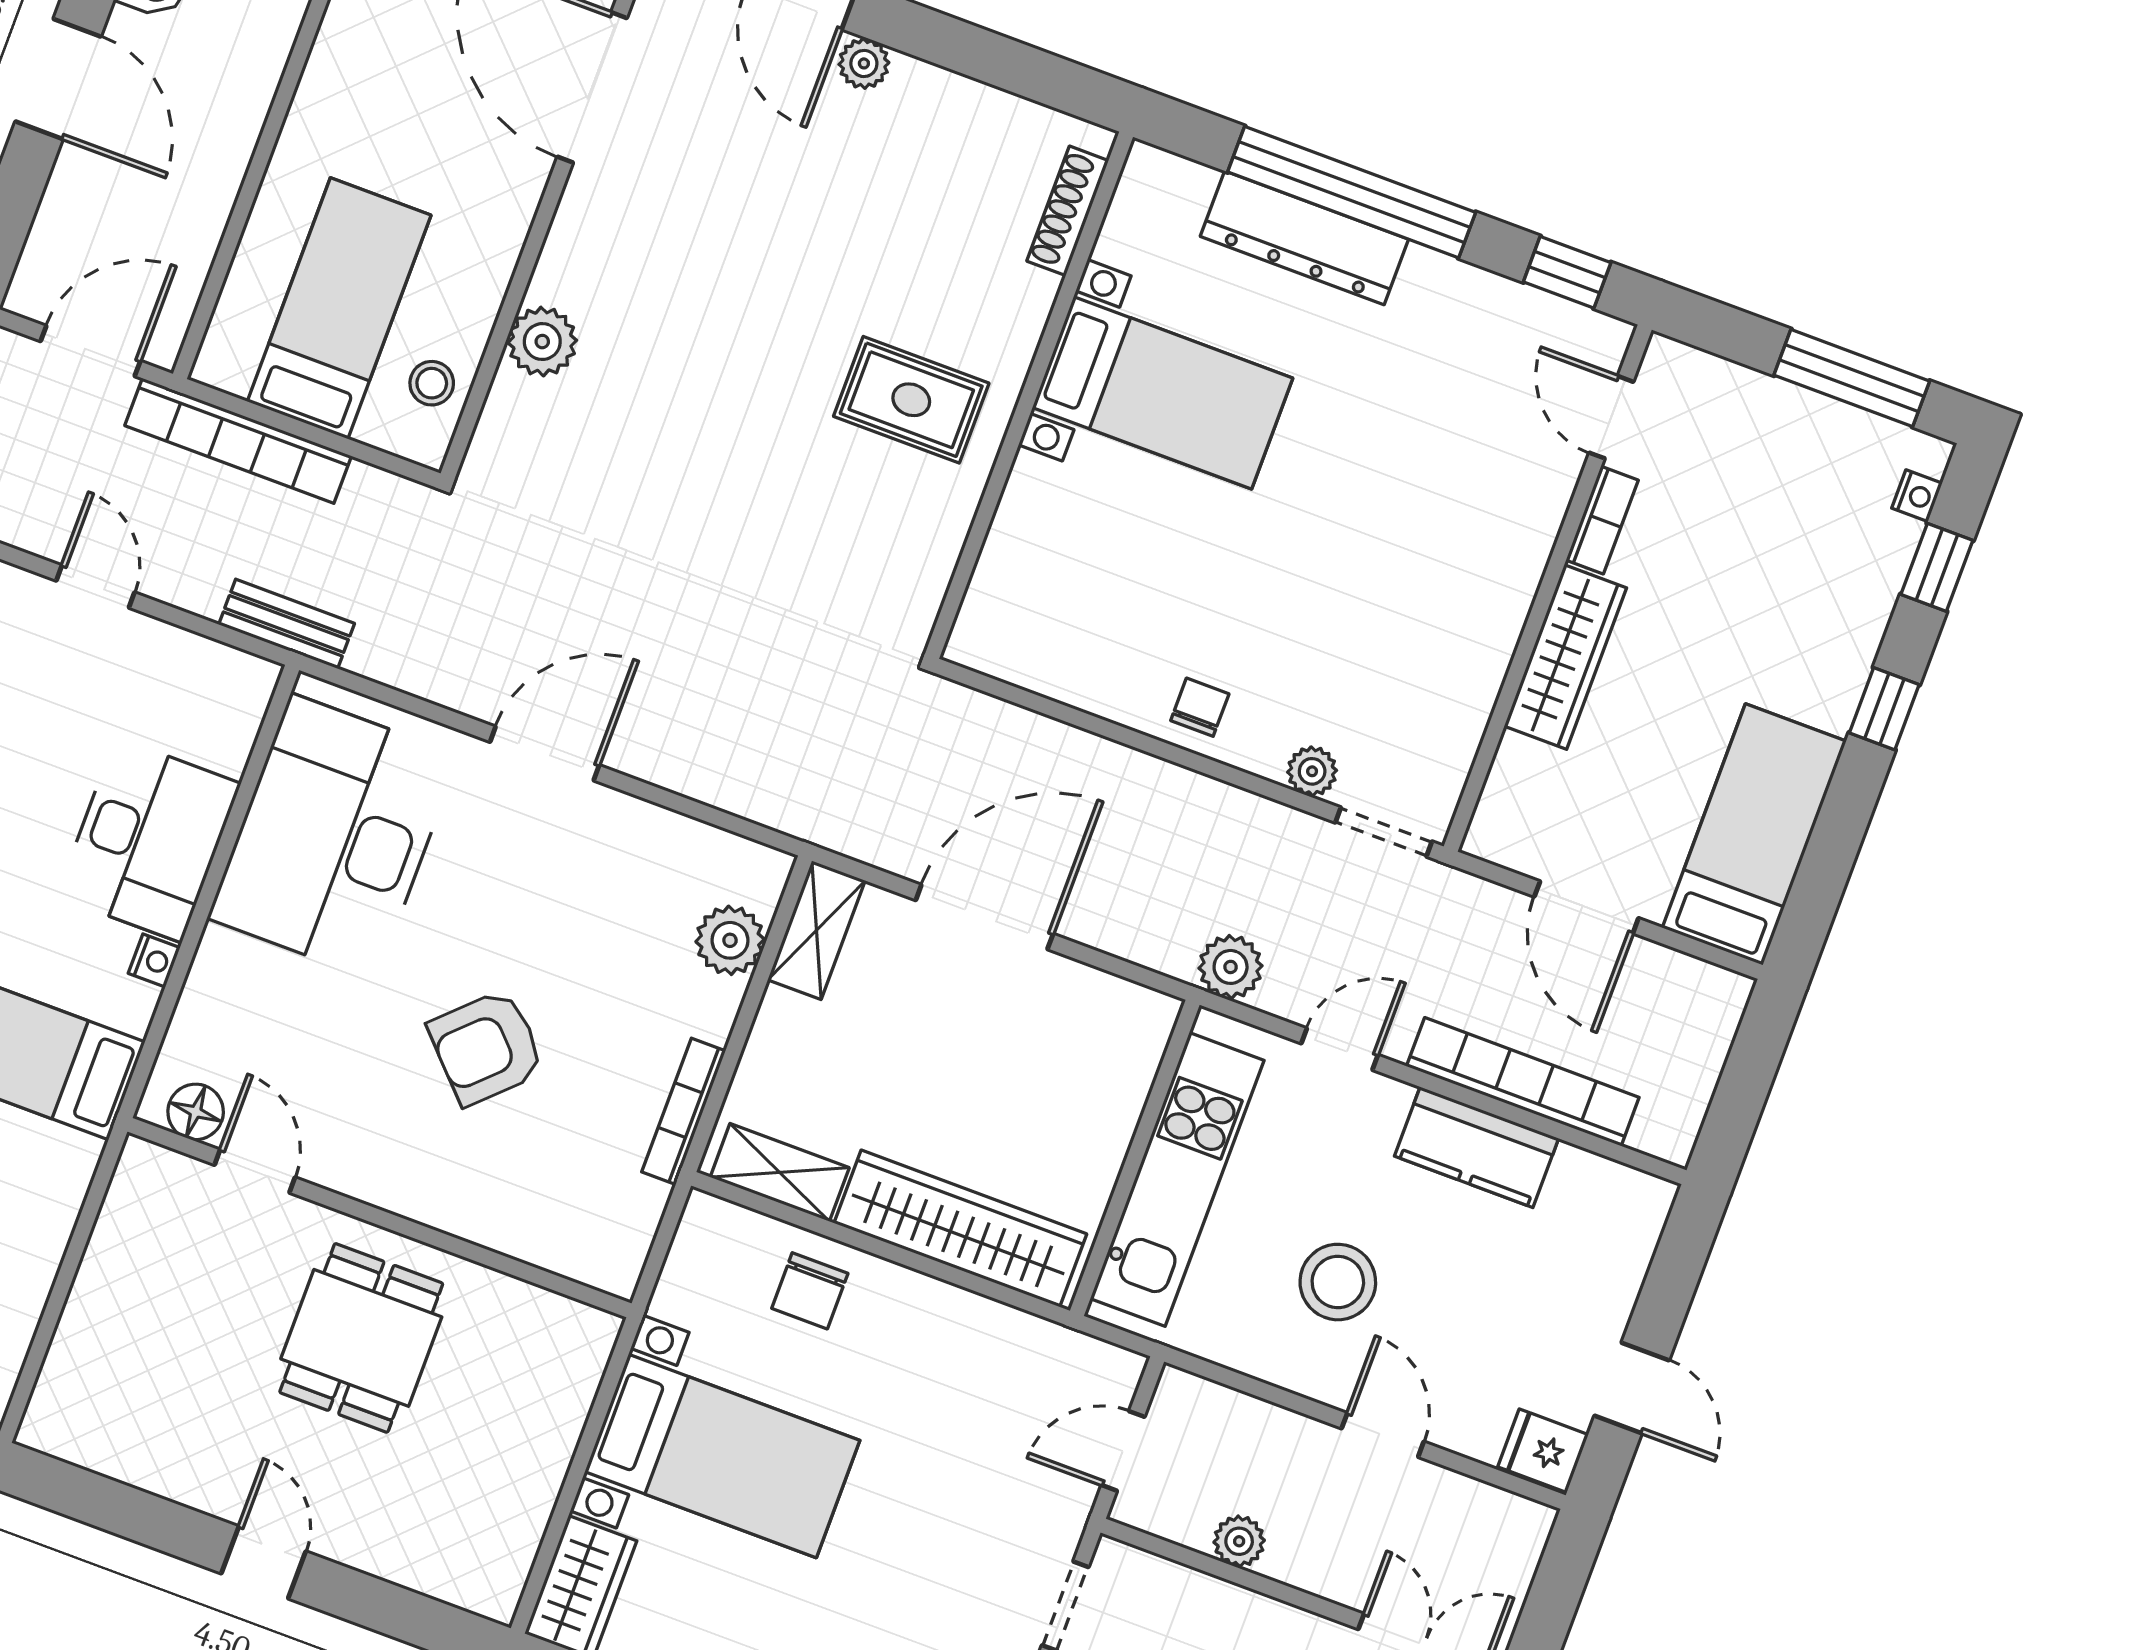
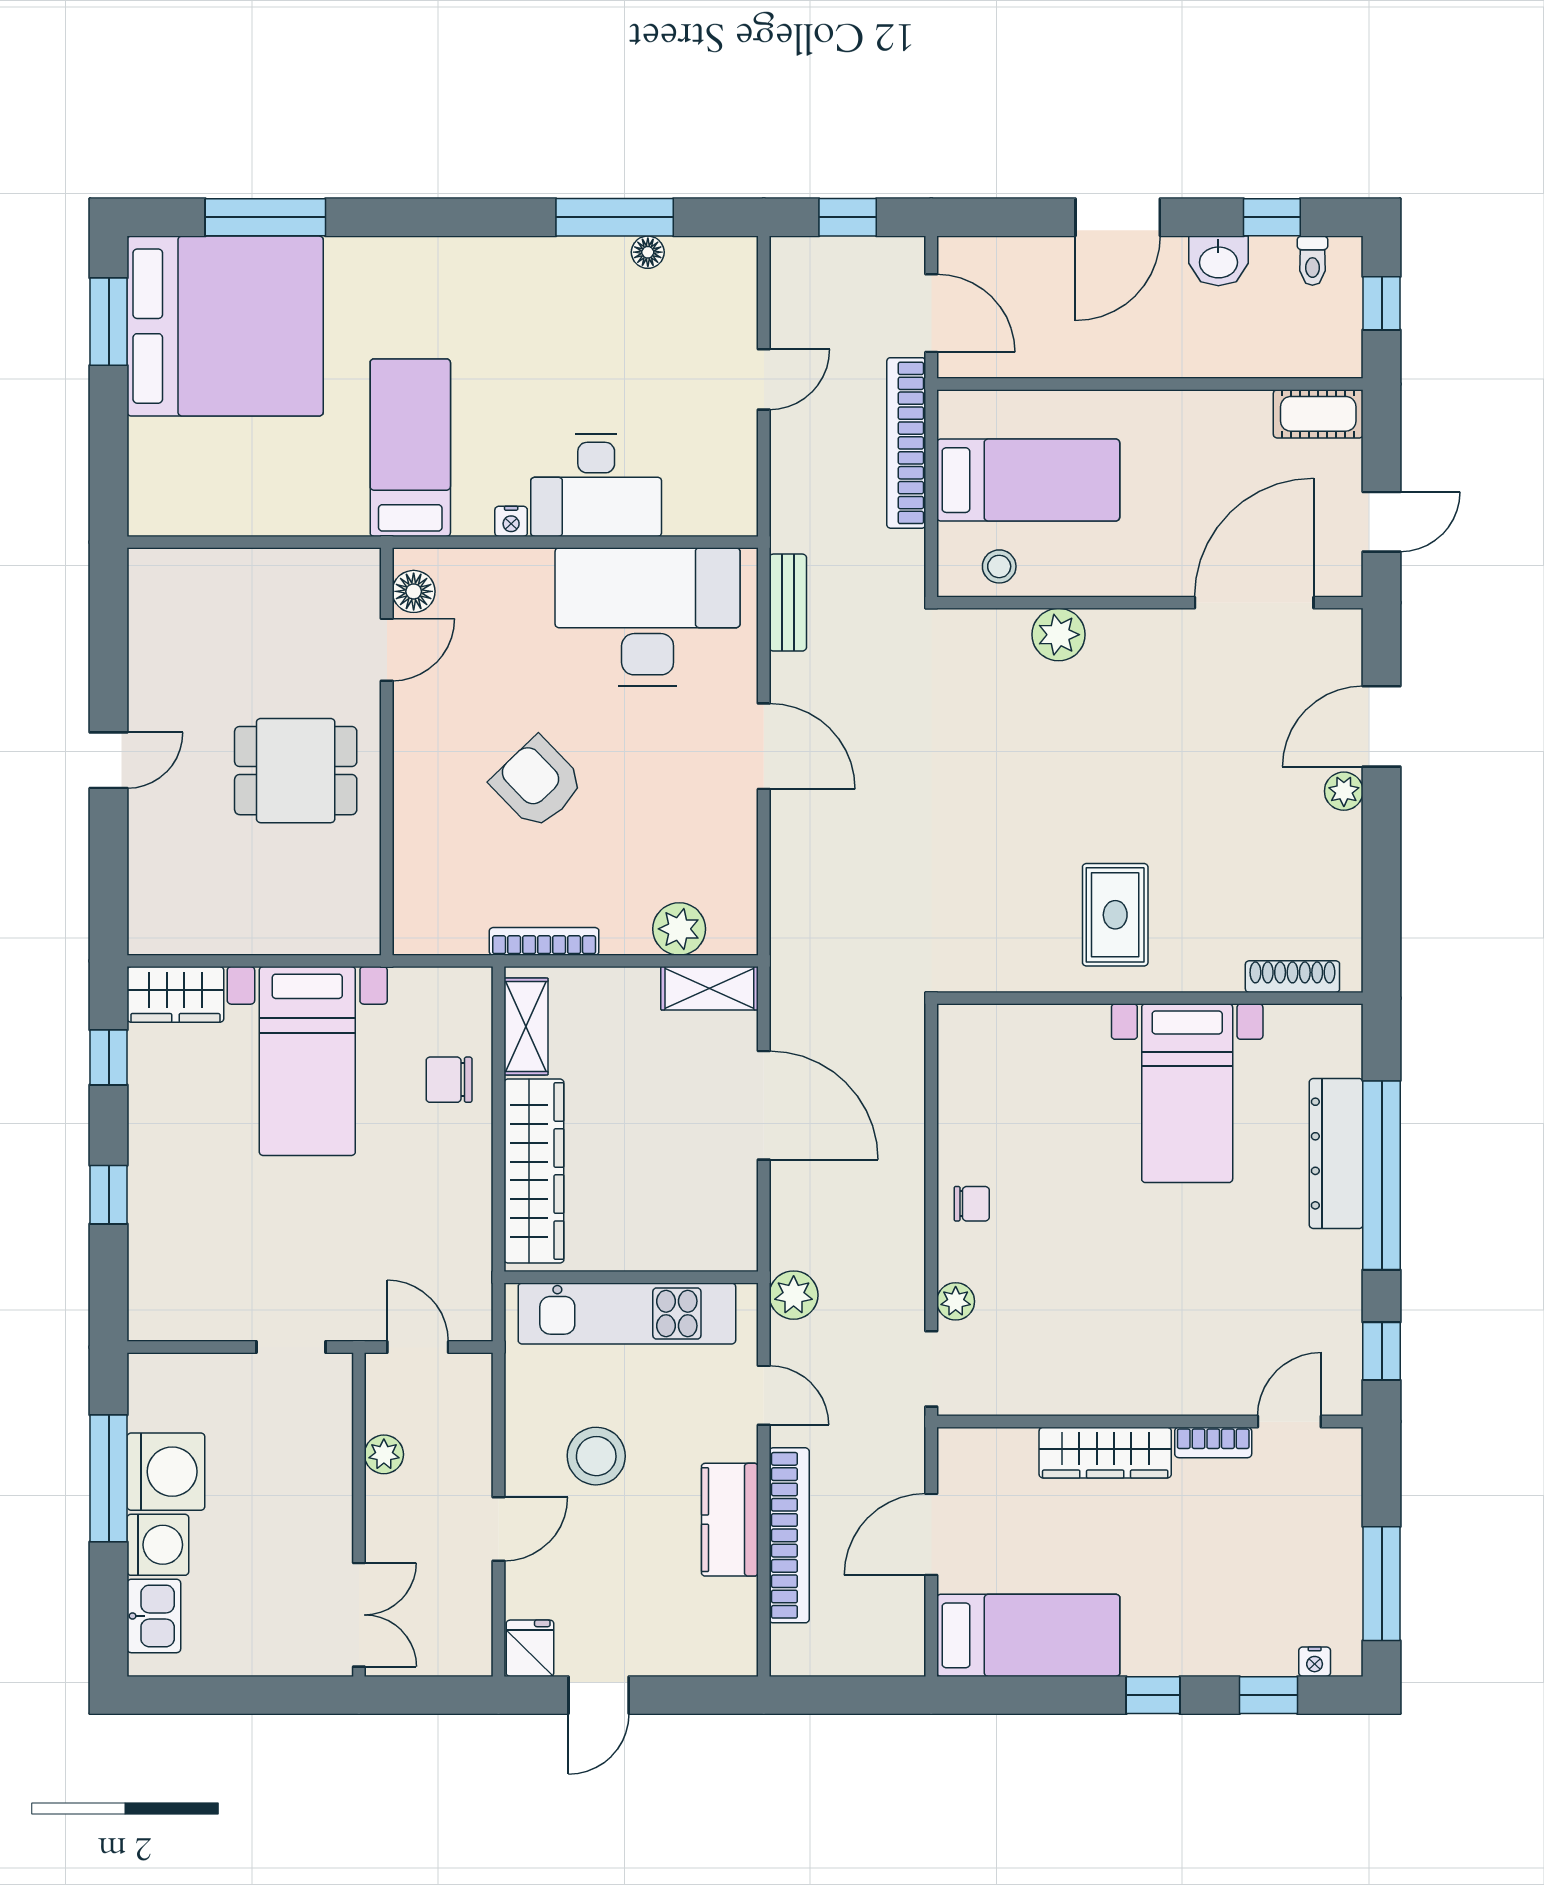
bench: (287, 624) -> (788, 603), moved

